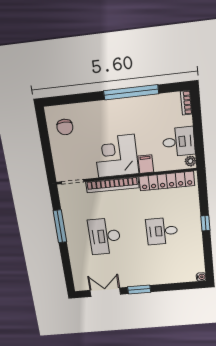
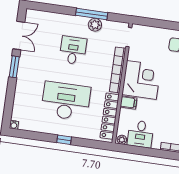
plant: (70, 220) -> (95, 25), added
desk: (162, 231) -> (66, 101), width x1.87, depth x1.30
desk: (105, 236) -> (73, 50), width x0.73

